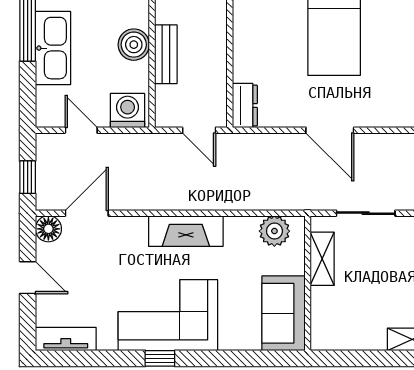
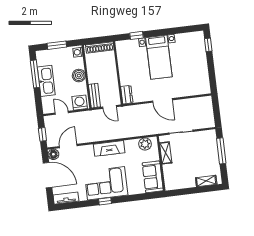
bench: (166, 54) -> (94, 96), moved
door: (28, 278) -> (47, 175), width x1.87

